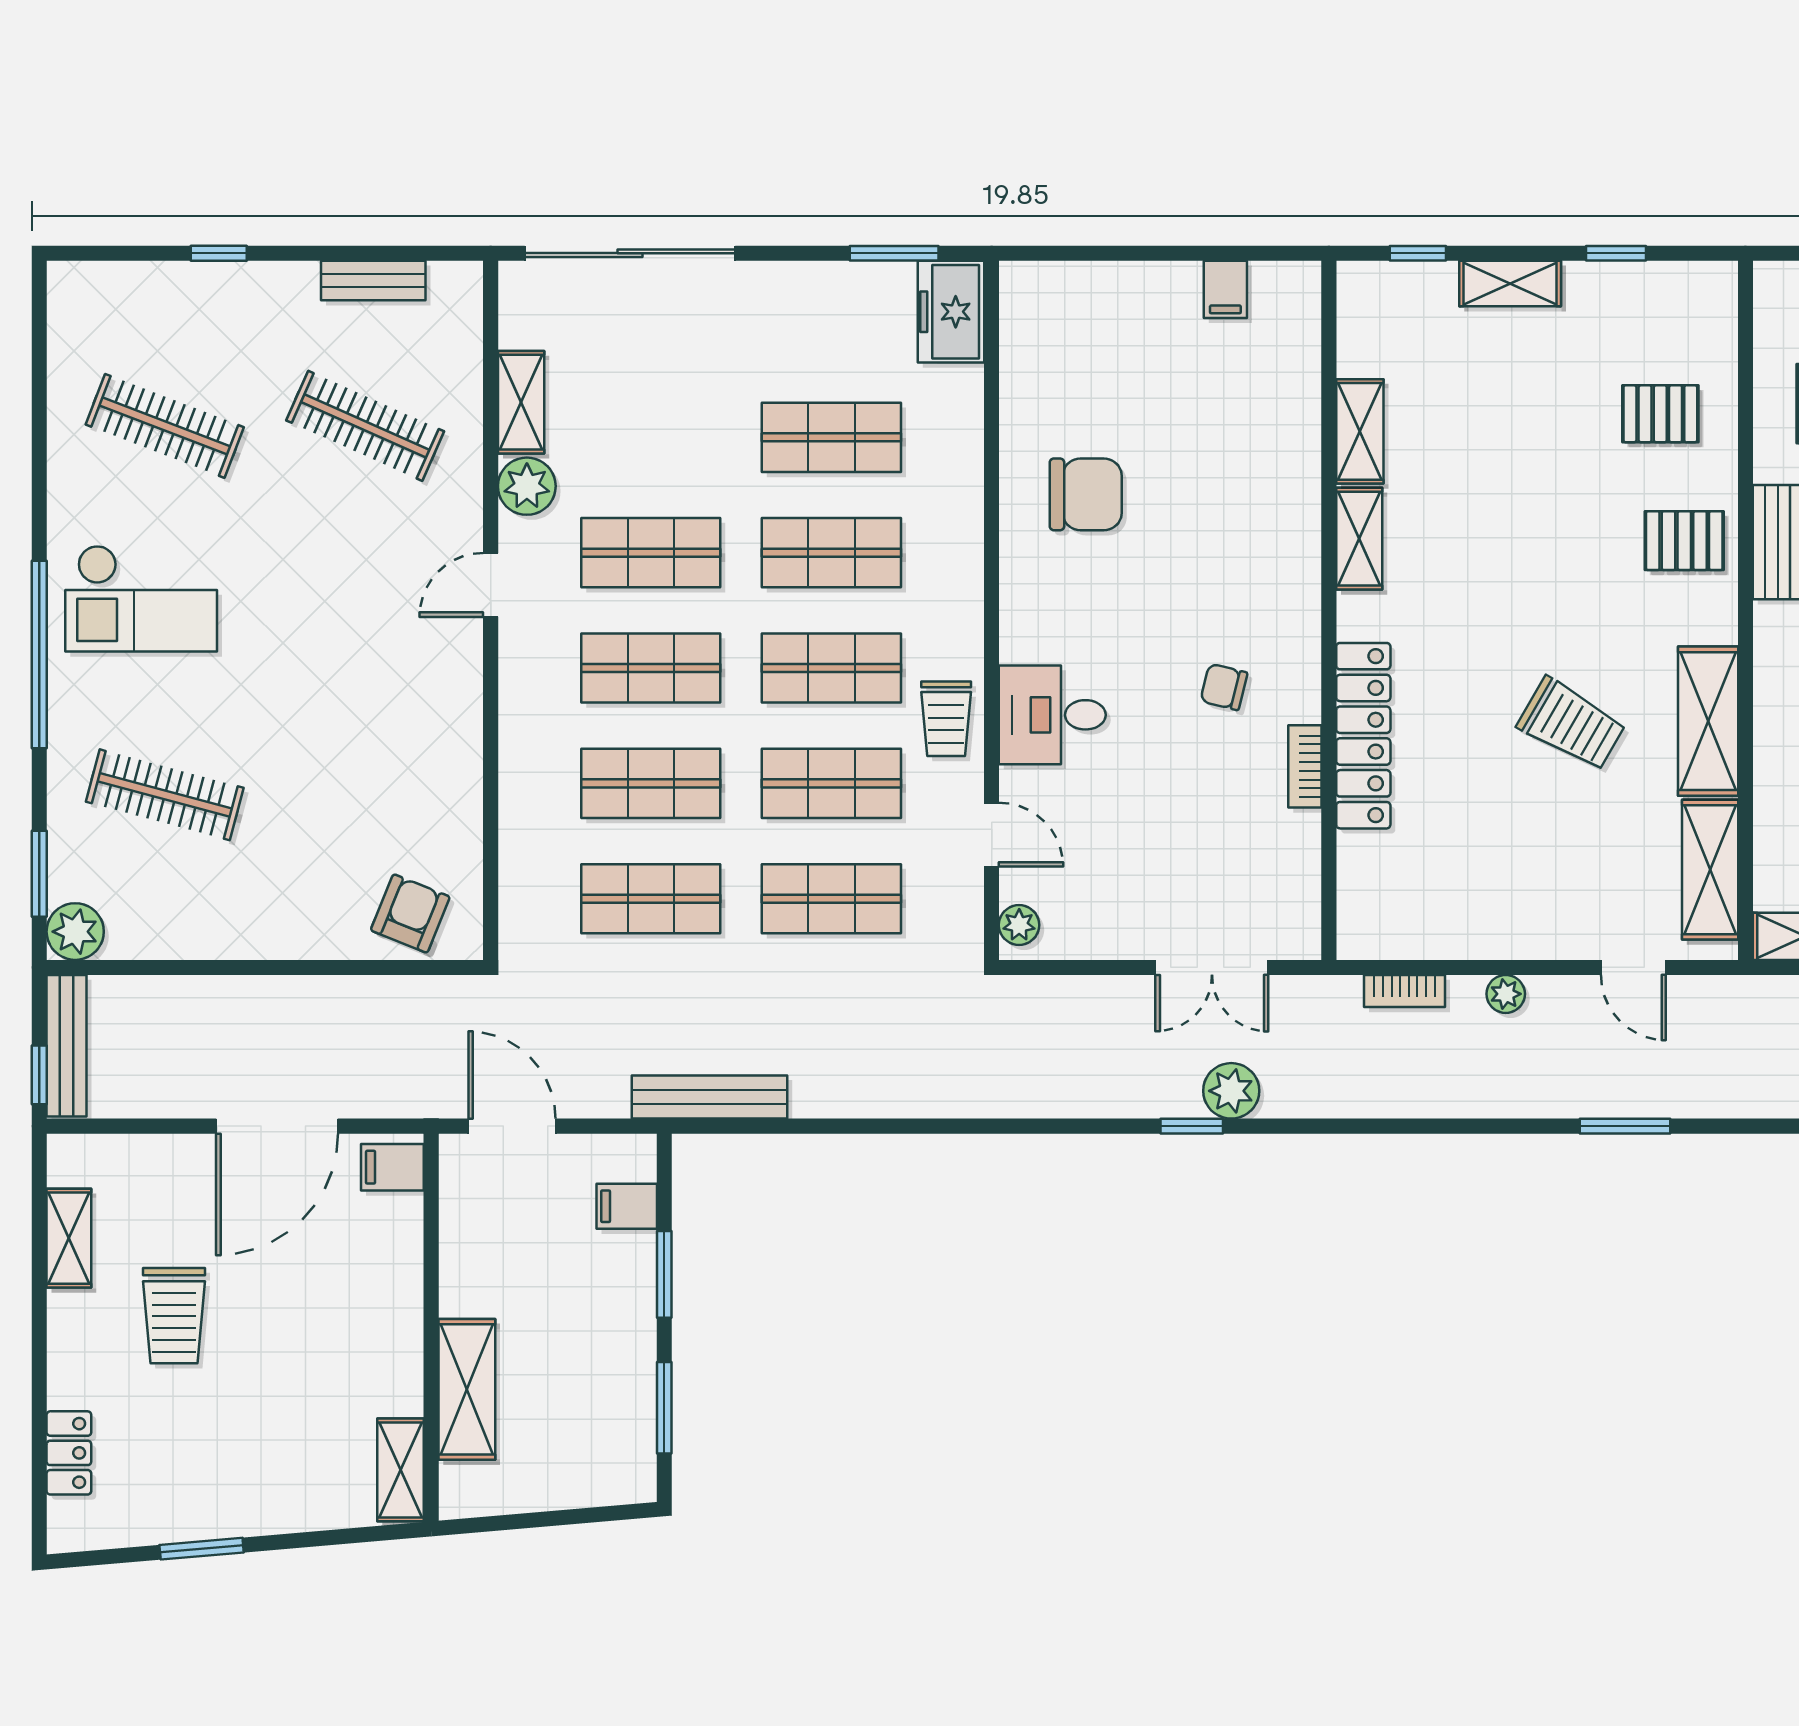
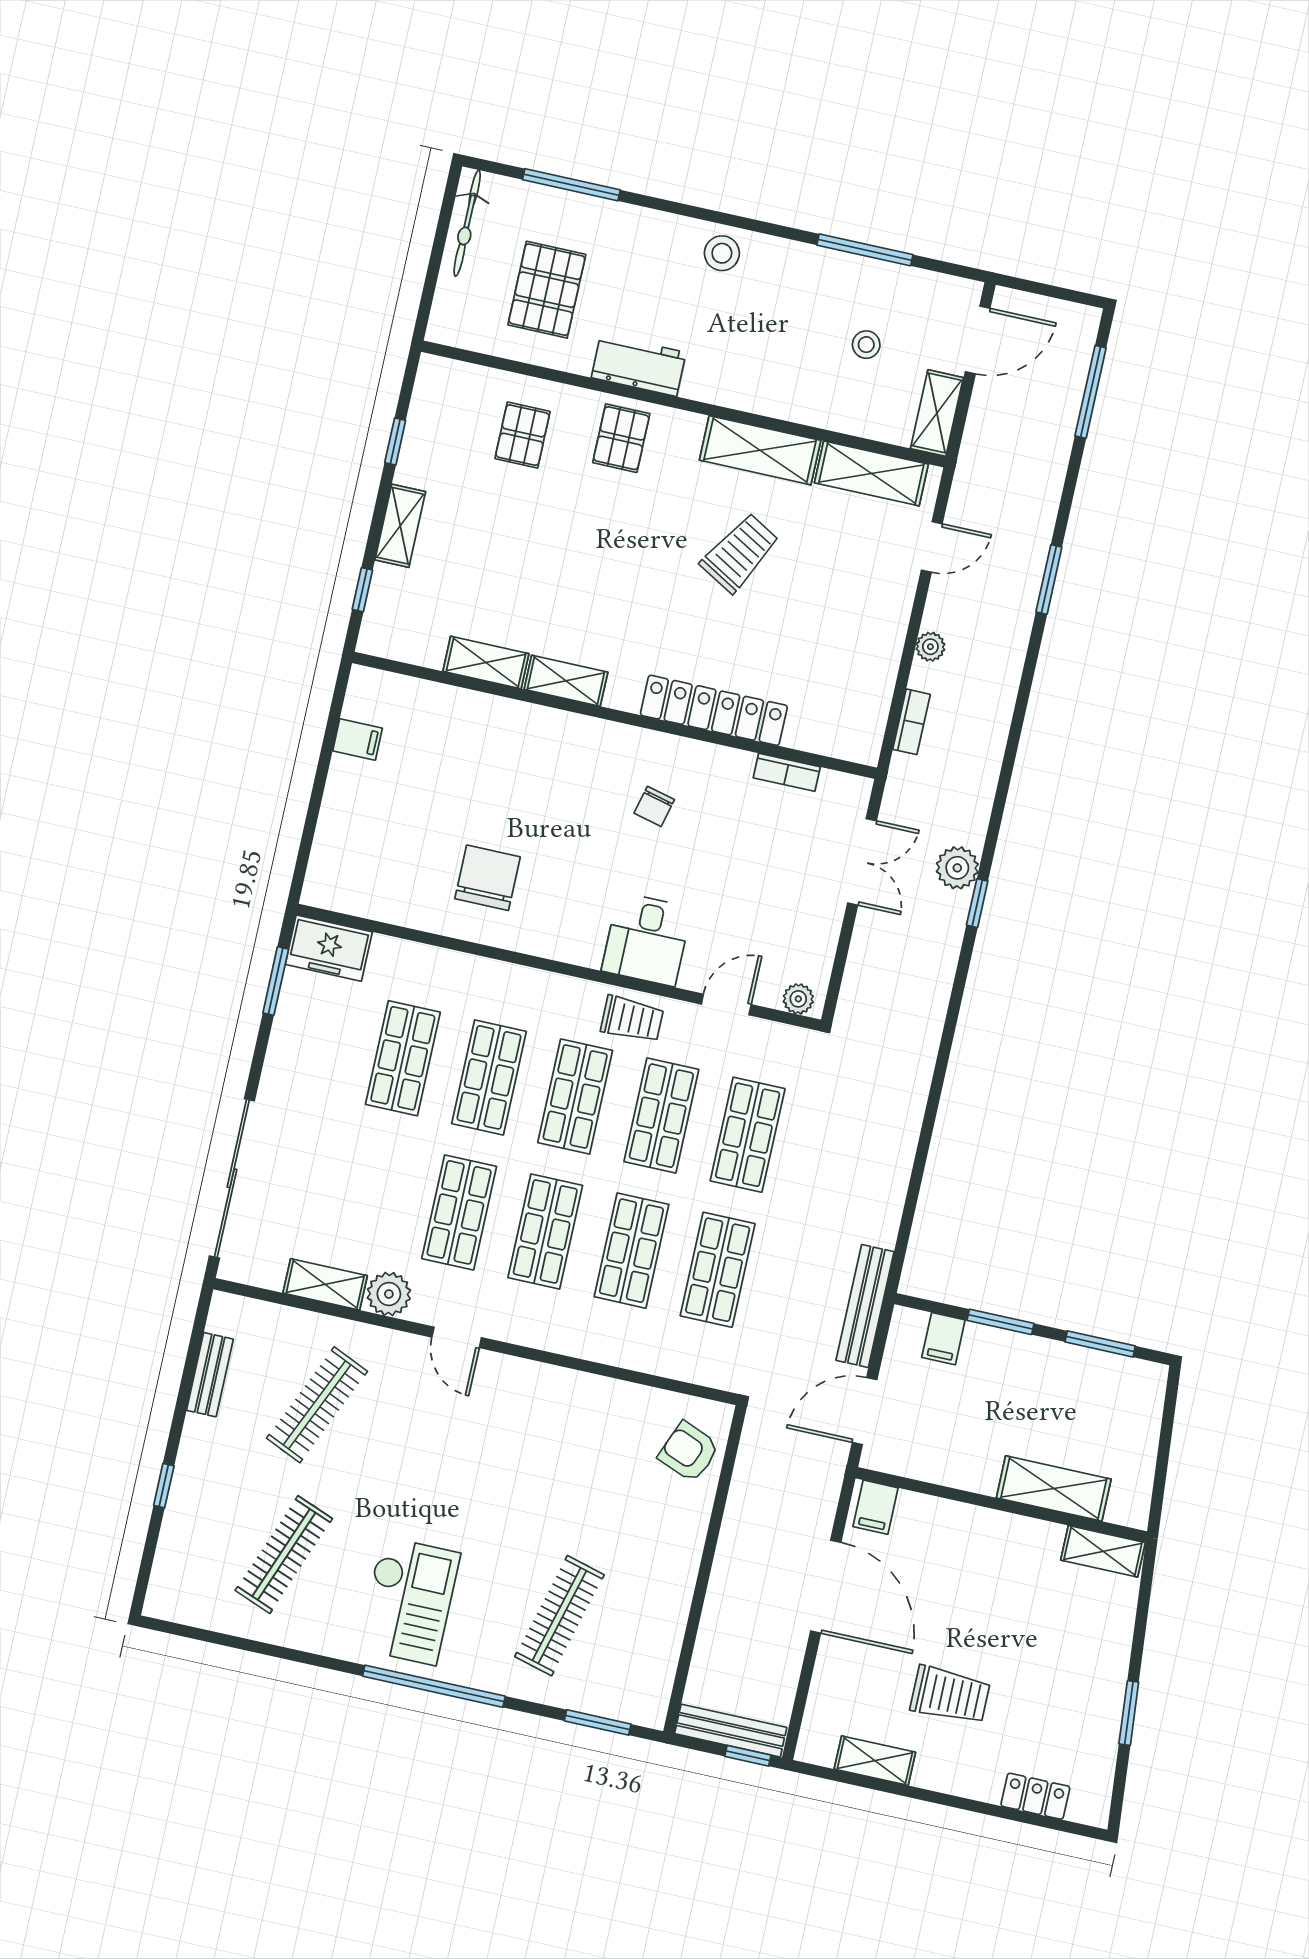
bookcase: (1305, 766) -> (787, 772), moved
plant: (75, 932) -> (647, 1705), removed
bench: (710, 1097) -> (865, 1306), moved

